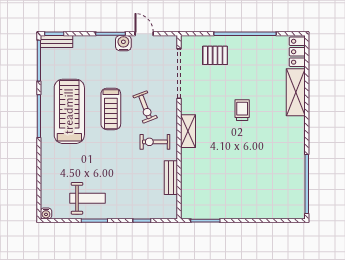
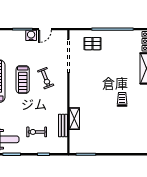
door: (144, 34) -> (45, 29), swing flipped
trolley: (242, 110) -> (122, 99), moved
shelving: (188, 131) -> (74, 119), moved
exercise bike: (155, 142) -> (37, 132), moved

